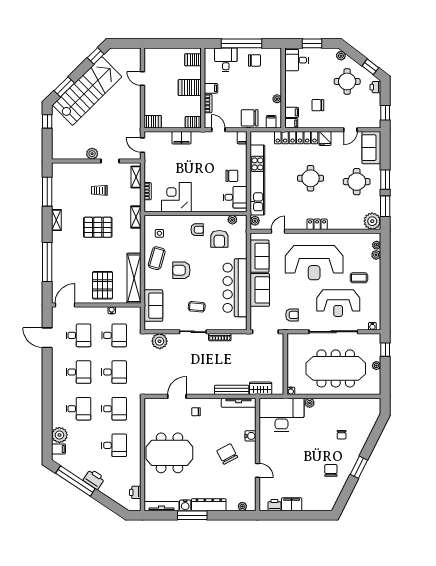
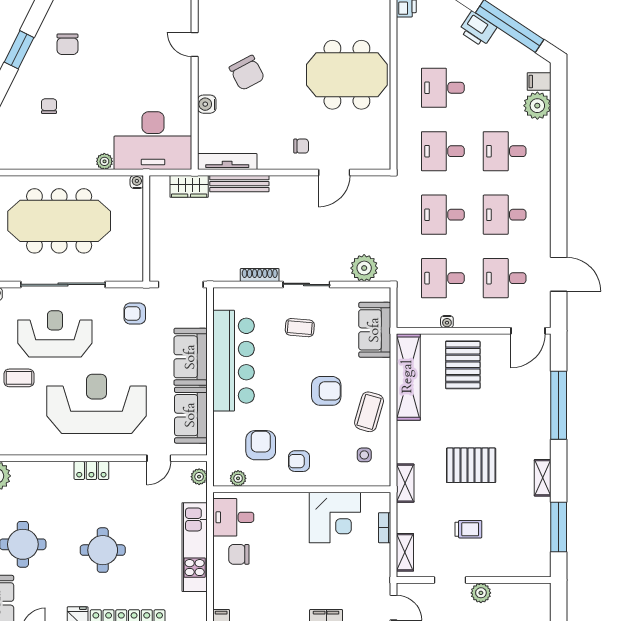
kitchen unit: (257, 180) -> (195, 547), width x0.73

